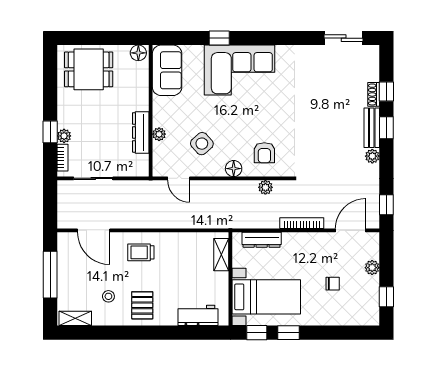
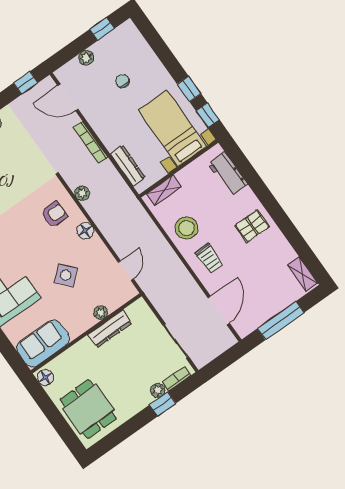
side table: (202, 144) -> (66, 275), moved
stool: (108, 296) -> (187, 228), moved, width x1.89, depth x1.89

